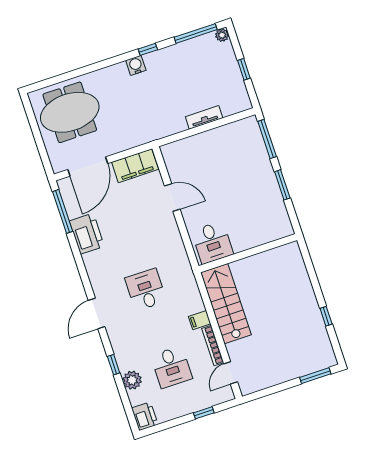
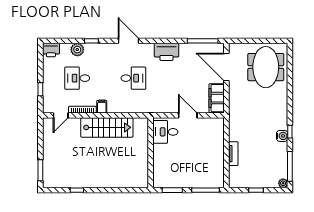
water cooler: (136, 65) -> (282, 136), moved
door: (172, 198) -> (188, 115), swing flipped
printer: (87, 234) -> (167, 52), moved
desk: (212, 243) -> (165, 132), moved
wall: (248, 253) -> (151, 153), moved
door: (231, 373) -> (61, 115), swing flipped

